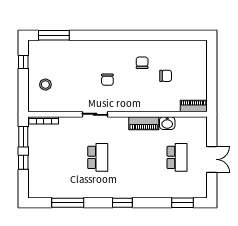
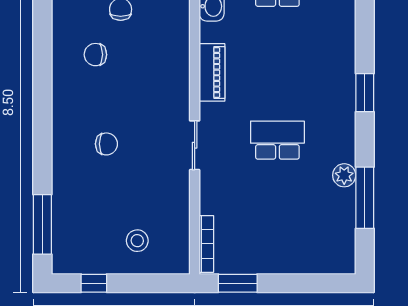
chair: (107, 80) -> (106, 144), moved
piano: (144, 123) -> (212, 72), moved
window: (23, 162) -> (287, 283), removed
plant: (79, 192) -> (344, 175), added

